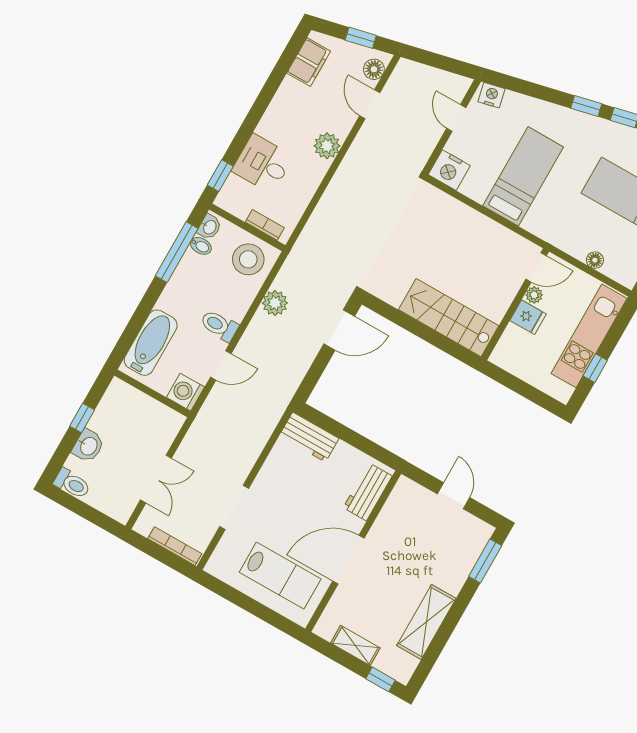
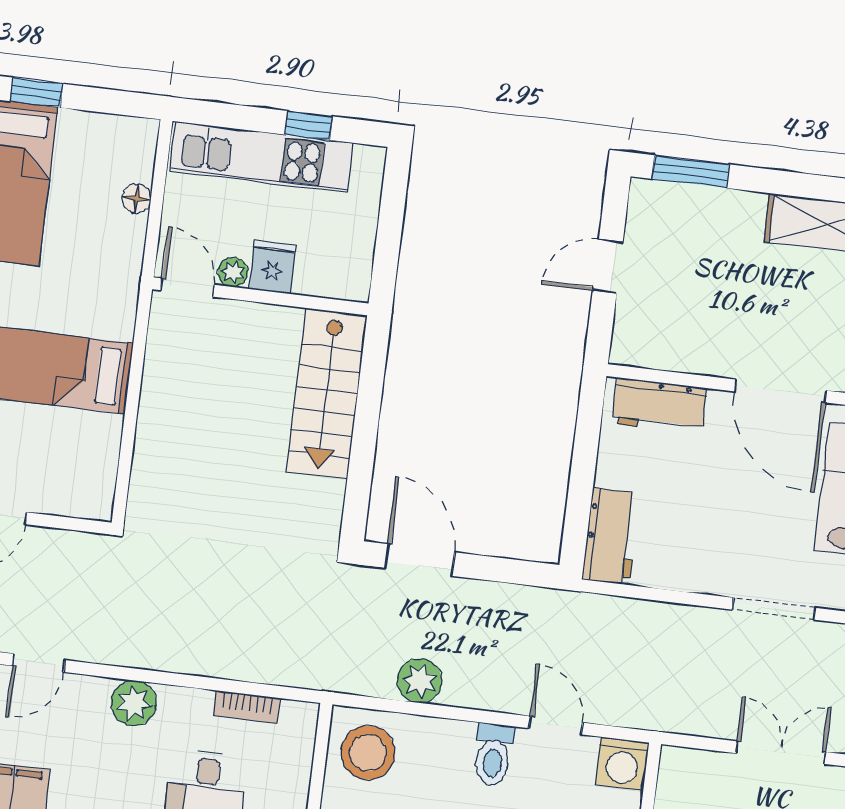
nightstand: (449, 170) -> (90, 492), removed
bookcase: (265, 225) -> (247, 707), moved, turned -90

